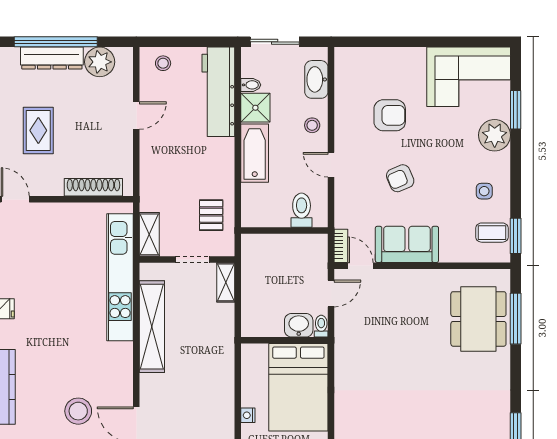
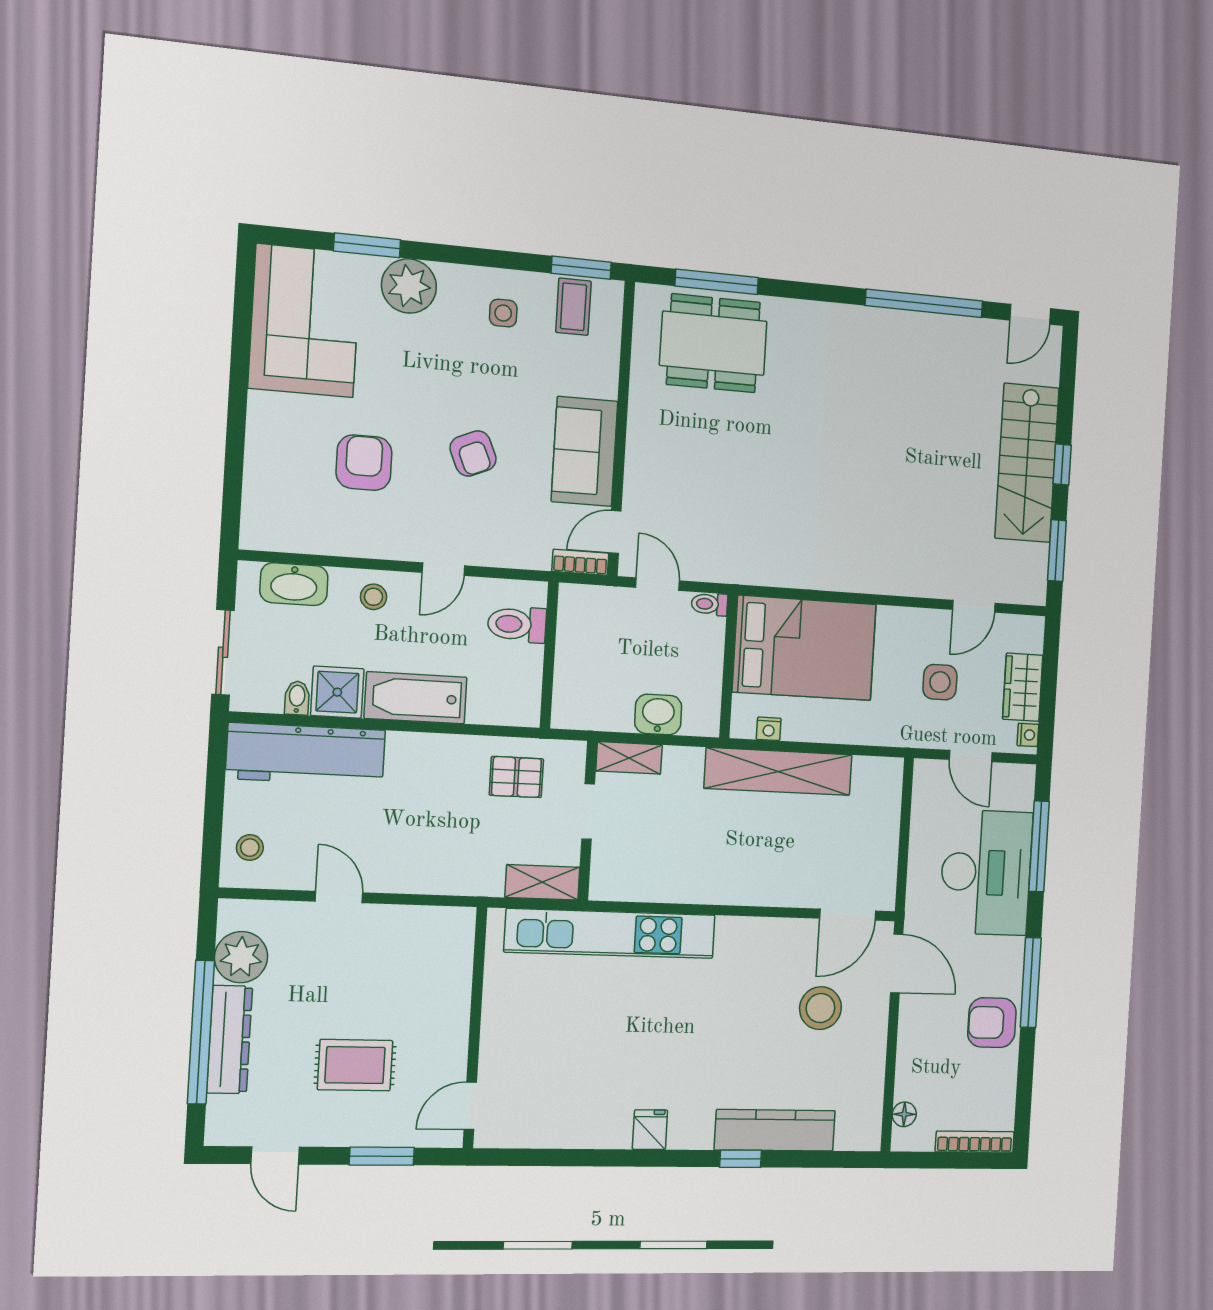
shoe rack: (93, 187) -> (458, 974), removed
washbasin: (299, 325) -> (658, 714), moved, turned 90
shelving: (152, 327) -> (778, 771), moved
nightstand: (248, 415) -> (769, 729), moved

